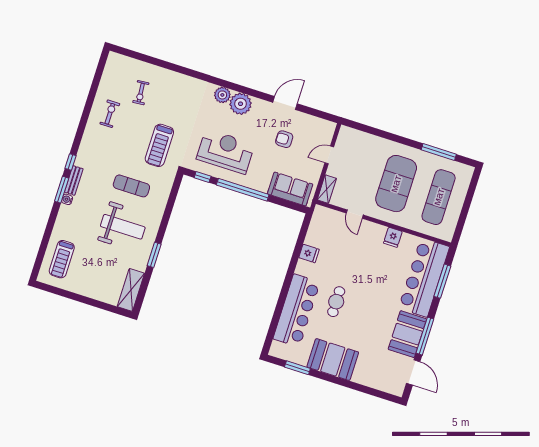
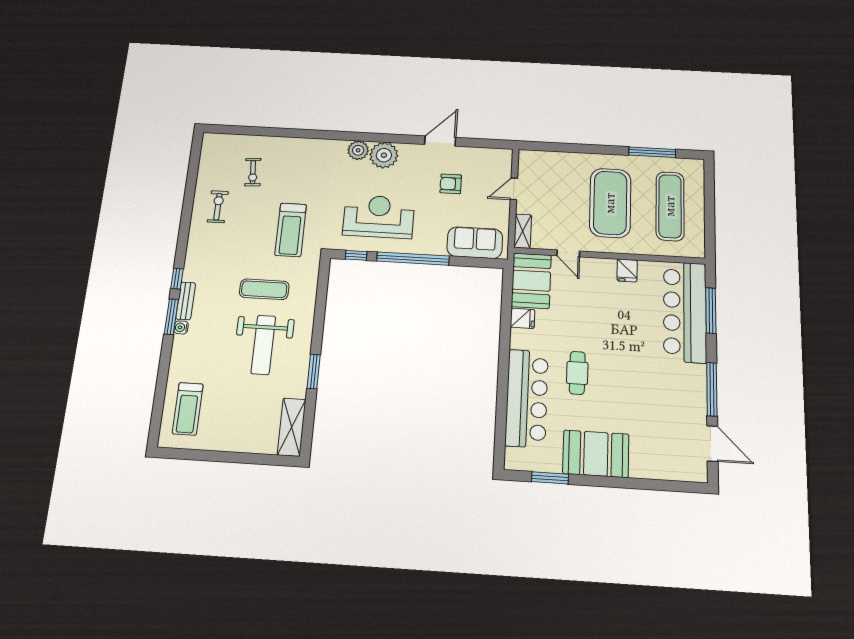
weight bench: (123, 227) -> (263, 345), turned 90
booth: (407, 334) -> (531, 281), moved

